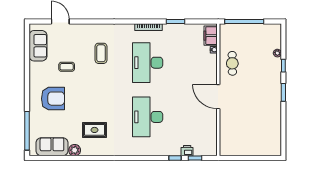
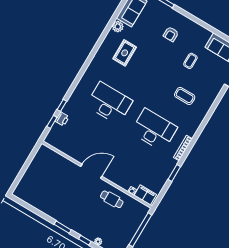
armchair: (53, 99) -> (171, 34), width x0.53, depth x0.53

